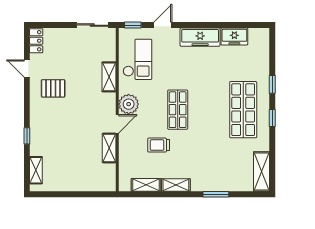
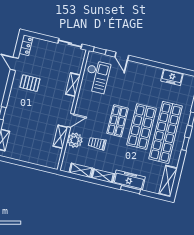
door: (163, 25) -> (122, 56), swing flipped
freezer: (200, 37) -> (129, 180), moved, turned 180
plant: (129, 104) -> (75, 140), moved
shop shelf: (210, 110) -> (142, 127), added
shop shelf: (243, 110) -> (166, 132), width x1.40

